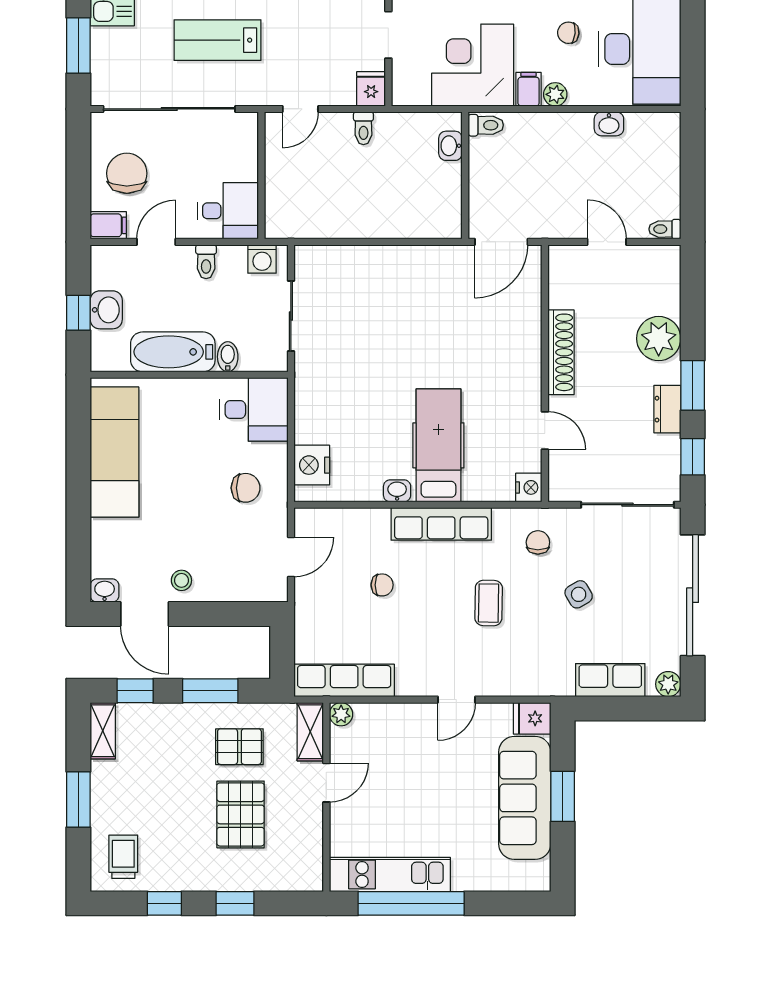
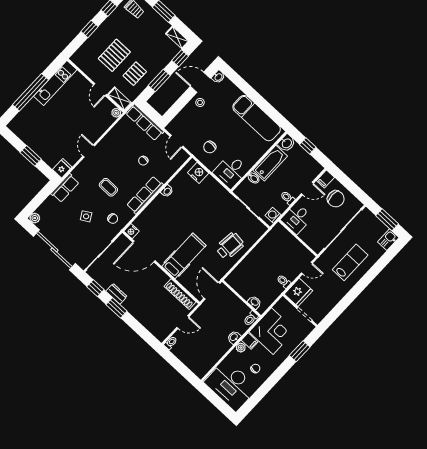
fridge: (371, 89) -> (299, 292), width x1.88, depth x1.34
door: (300, 109) -> (307, 268), swing flipped
washbasin: (609, 124) -> (234, 337), moved
door: (156, 242) -> (307, 189), hinge flipped
wheelchair: (390, 285) -> (230, 246), added
washbasin: (106, 310) -> (287, 143), moved, turned -90
plant: (659, 339) -> (140, 311), removed
shoe rack: (561, 352) -> (180, 294), moved
door: (545, 431) -> (144, 252), width x1.87
hospital bed: (438, 445) -> (184, 256), moved, turned -90
row of seats: (344, 680) -> (145, 122), moved, turned 90
row of seats: (610, 680) -> (65, 188), moved
sofa: (525, 798) -> (41, 144), removed
pallet: (241, 814) -> (114, 55), turned 90
window: (411, 903) -> (31, 92), moved

